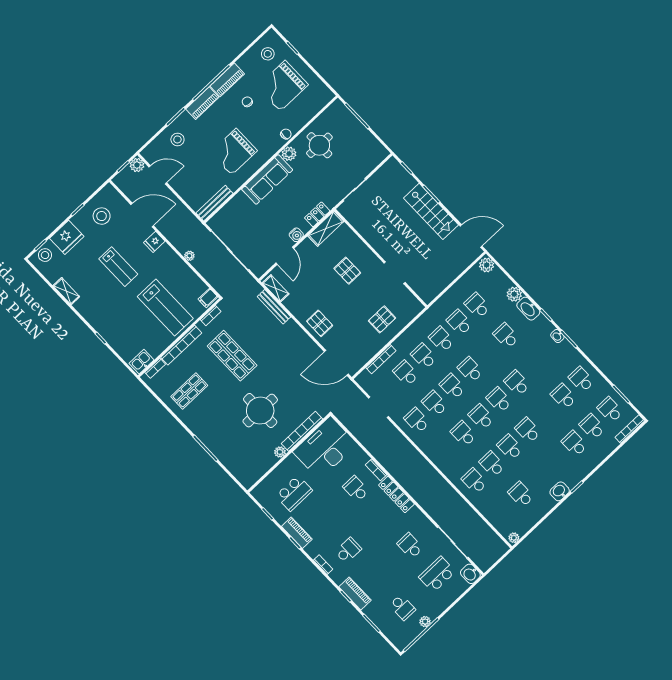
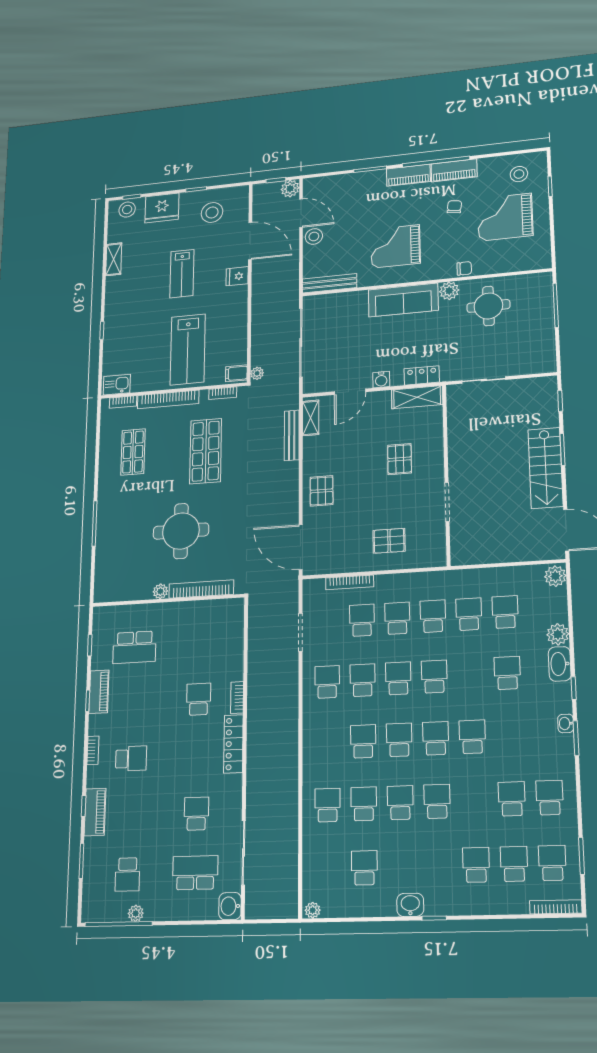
stool: (177, 139) -> (314, 236), moved
plant: (189, 256) -> (257, 373), moved
shop shelf: (189, 391) -> (133, 452), turned 90
desk: (325, 448) -> (208, 627), removed

